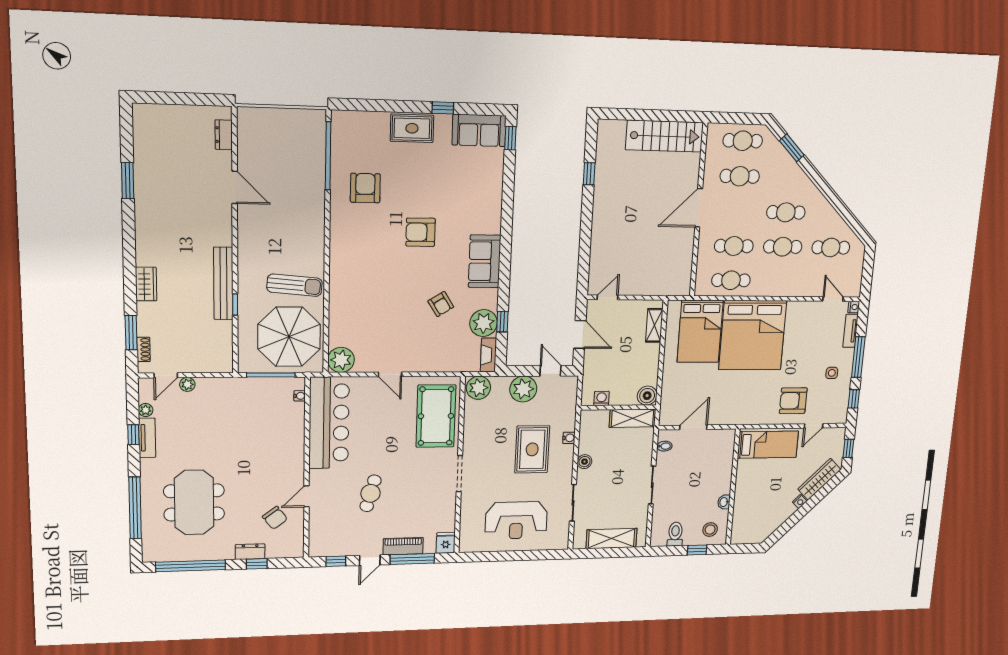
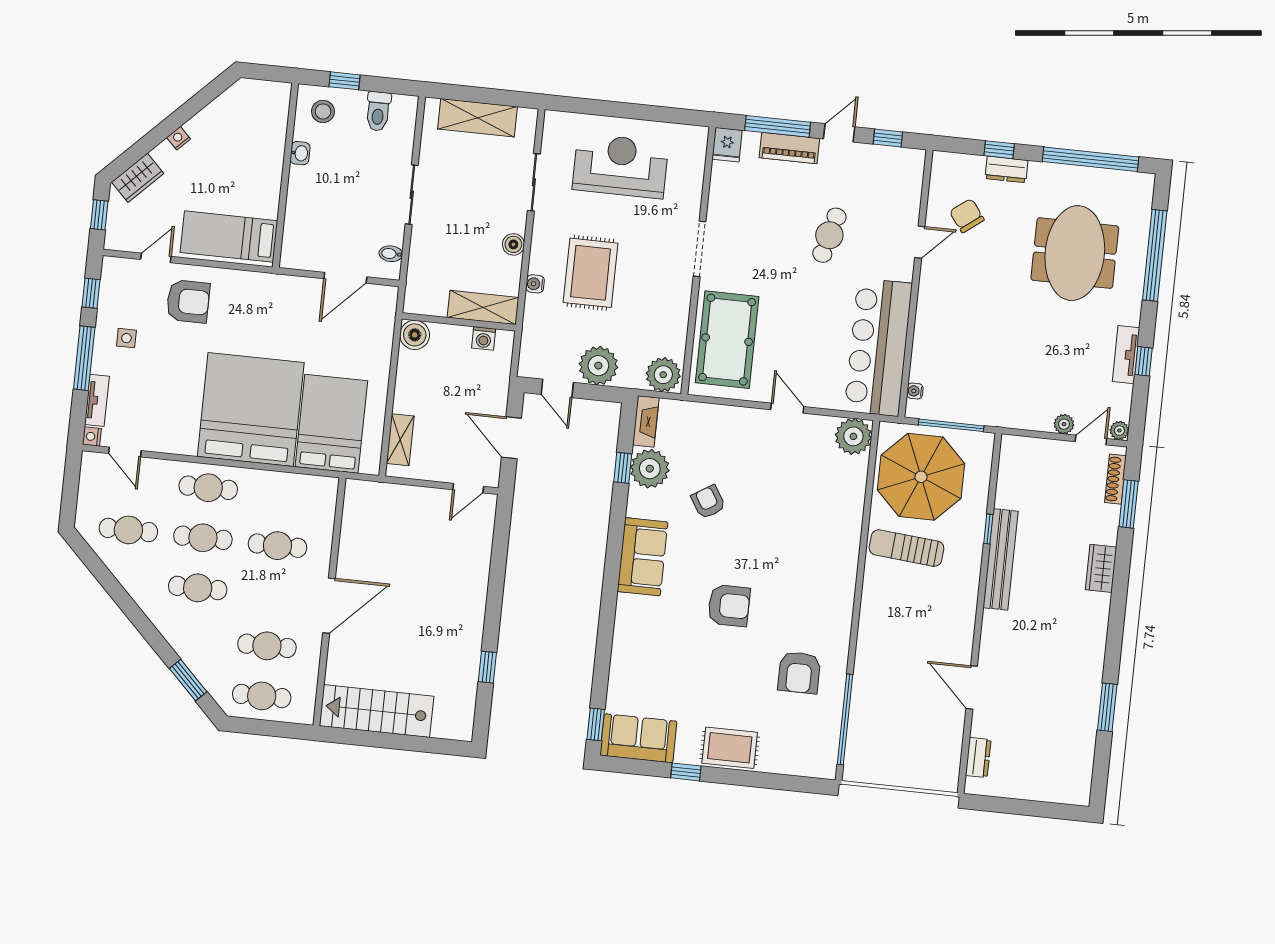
cafe table: (731, 280) -> (208, 488), moved
shoe rack: (143, 349) -> (1115, 479), width x1.43
plant: (146, 410) -> (1119, 431), moved
shelving: (633, 418) -> (483, 307), moved
wardrobe: (819, 479) -> (138, 178), width x0.67

